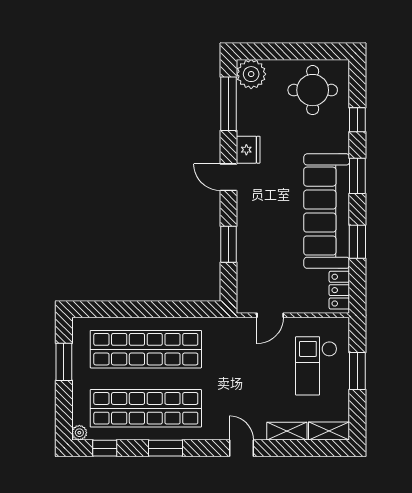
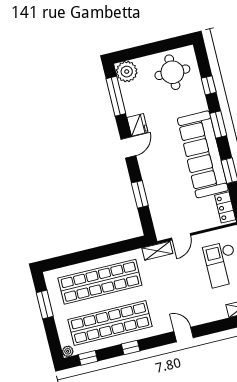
door: (228, 177) -> (128, 147), swing flipped
shelving: (287, 431) -> (157, 251), moved
window: (166, 448) -> (131, 347), width x0.67

